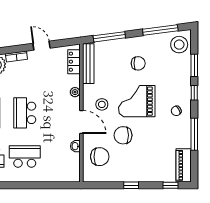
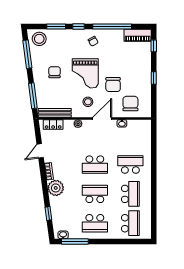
window: (194, 134) -> (112, 27), width x1.46
school desk: (25, 157) -> (130, 165), turned 90

